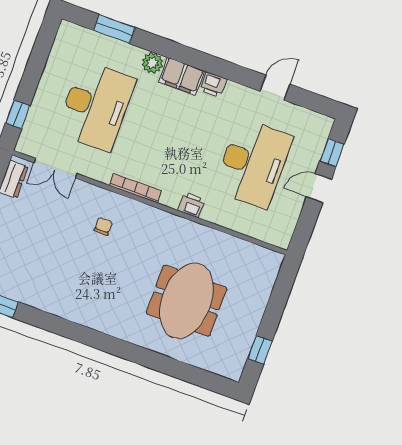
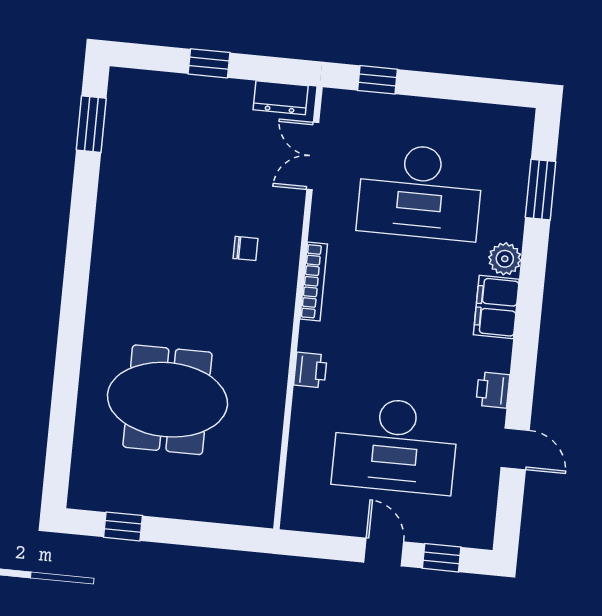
printer: (213, 85) -> (493, 390), moved

